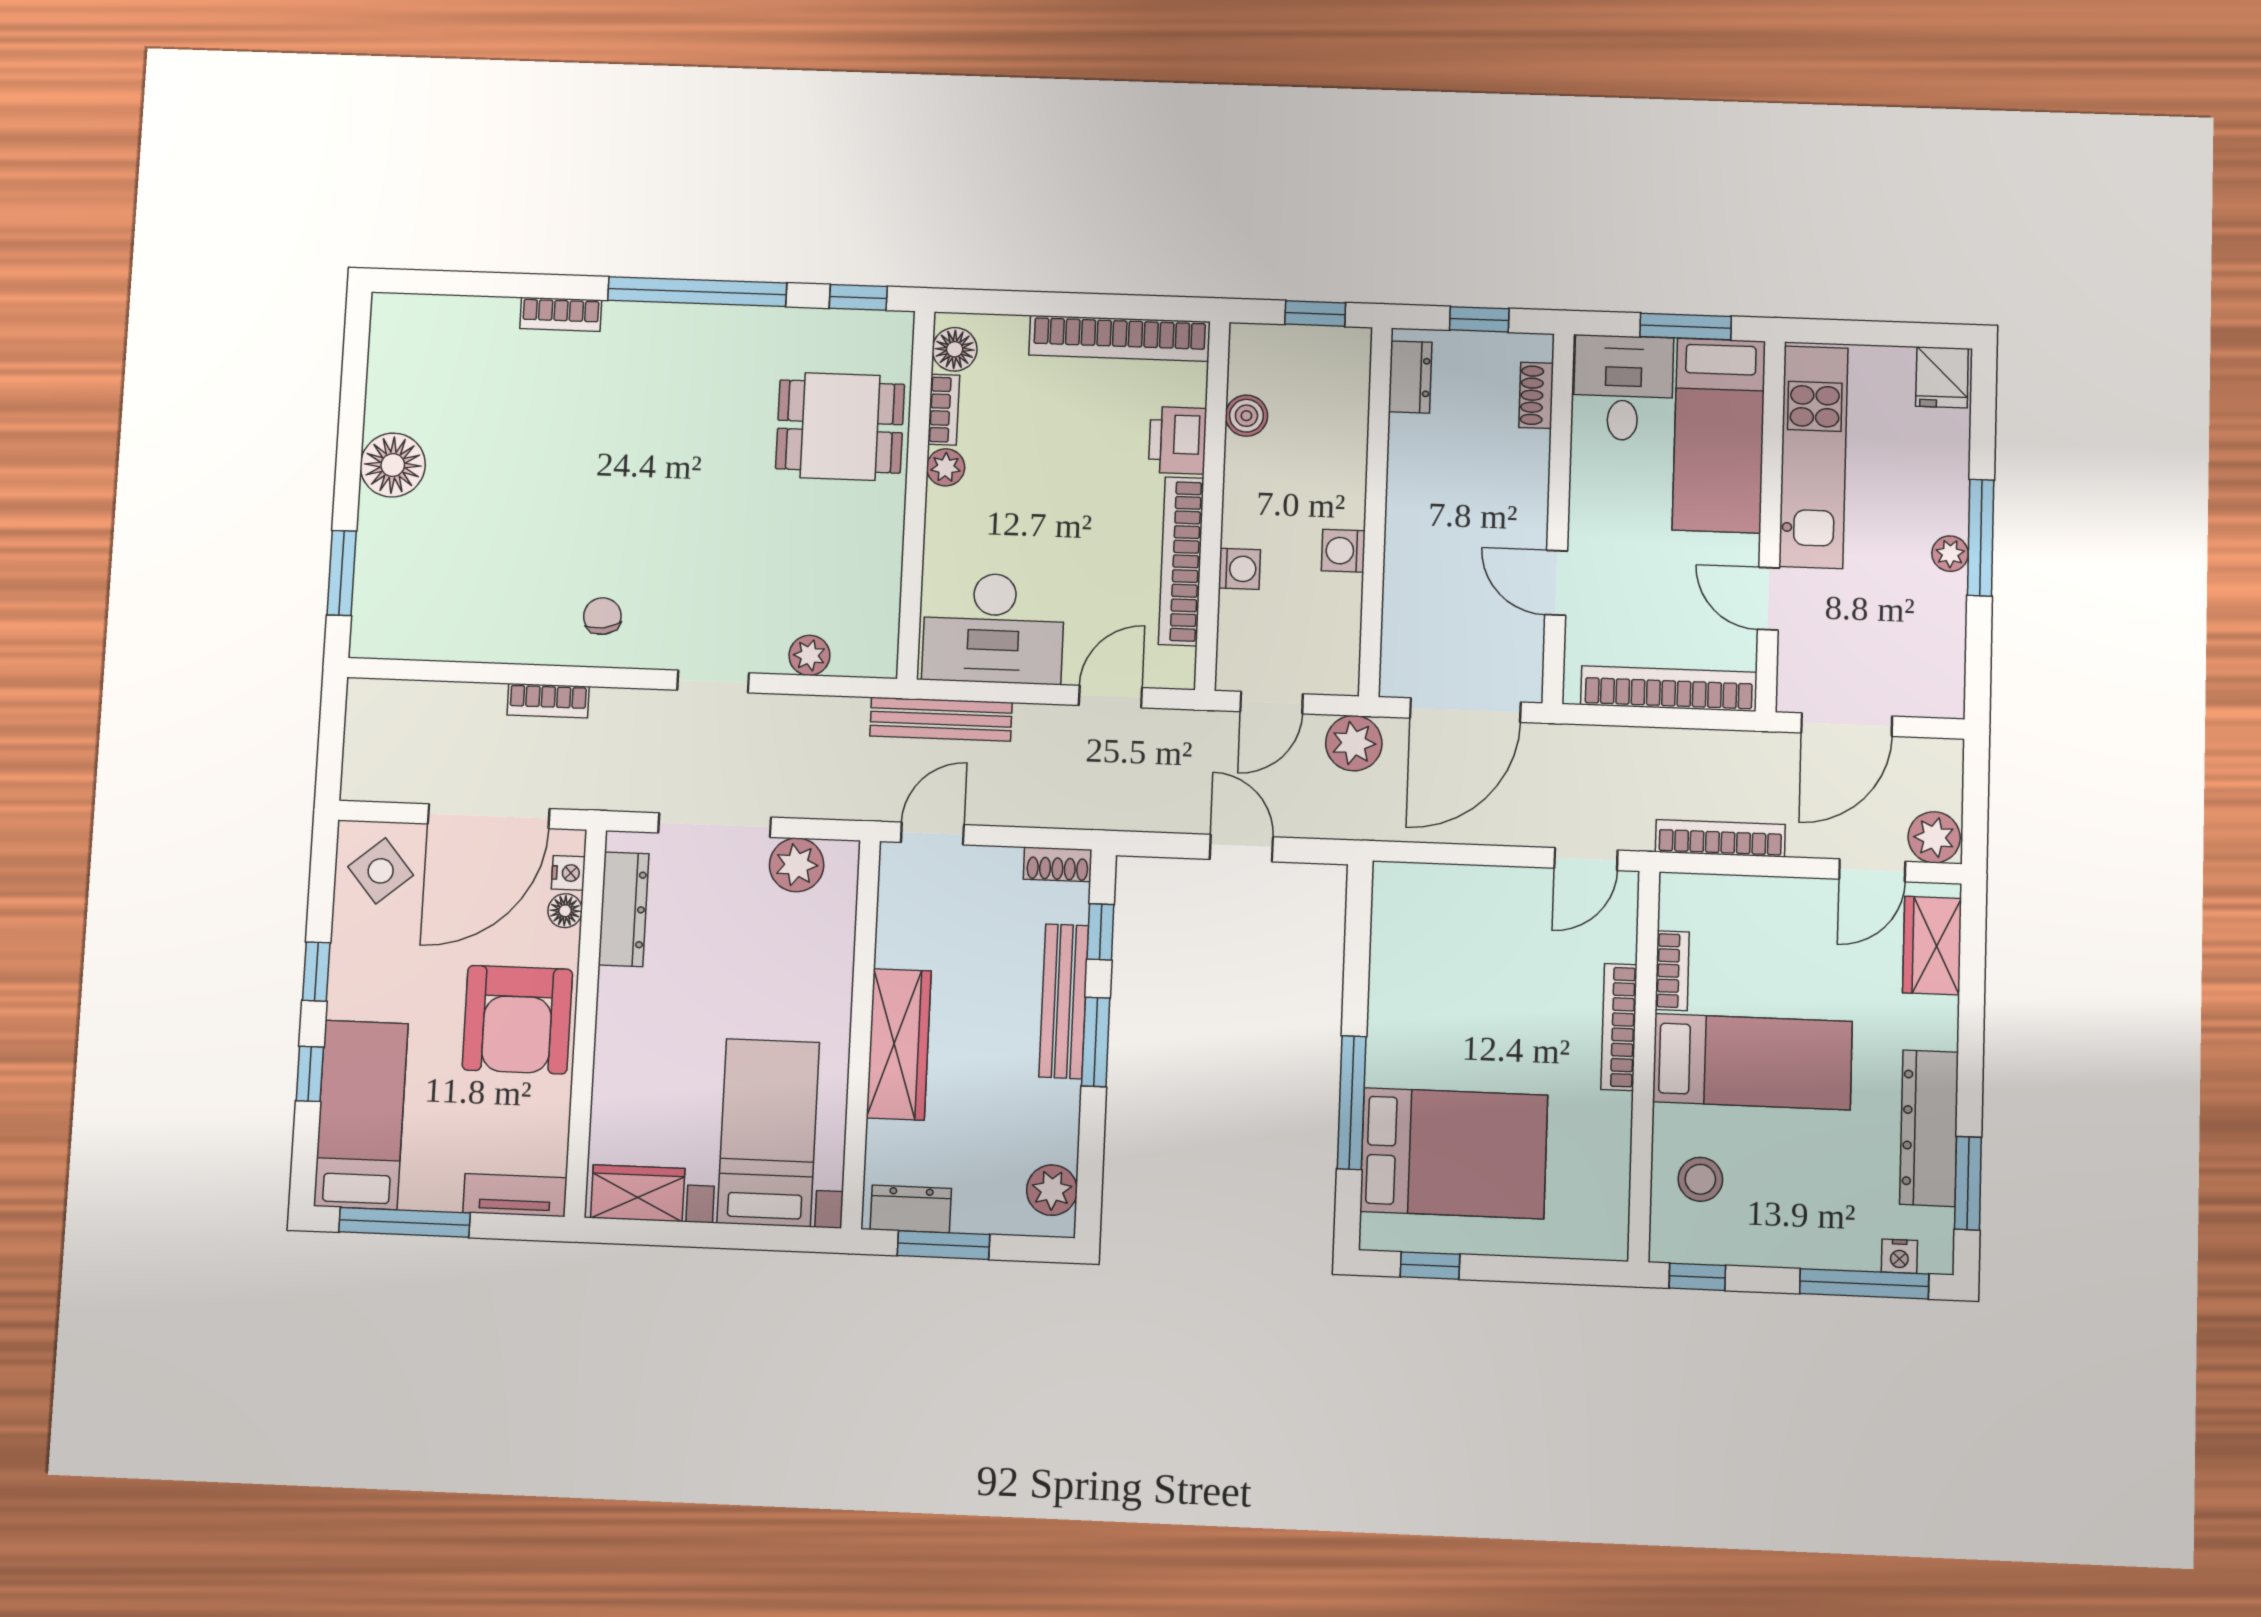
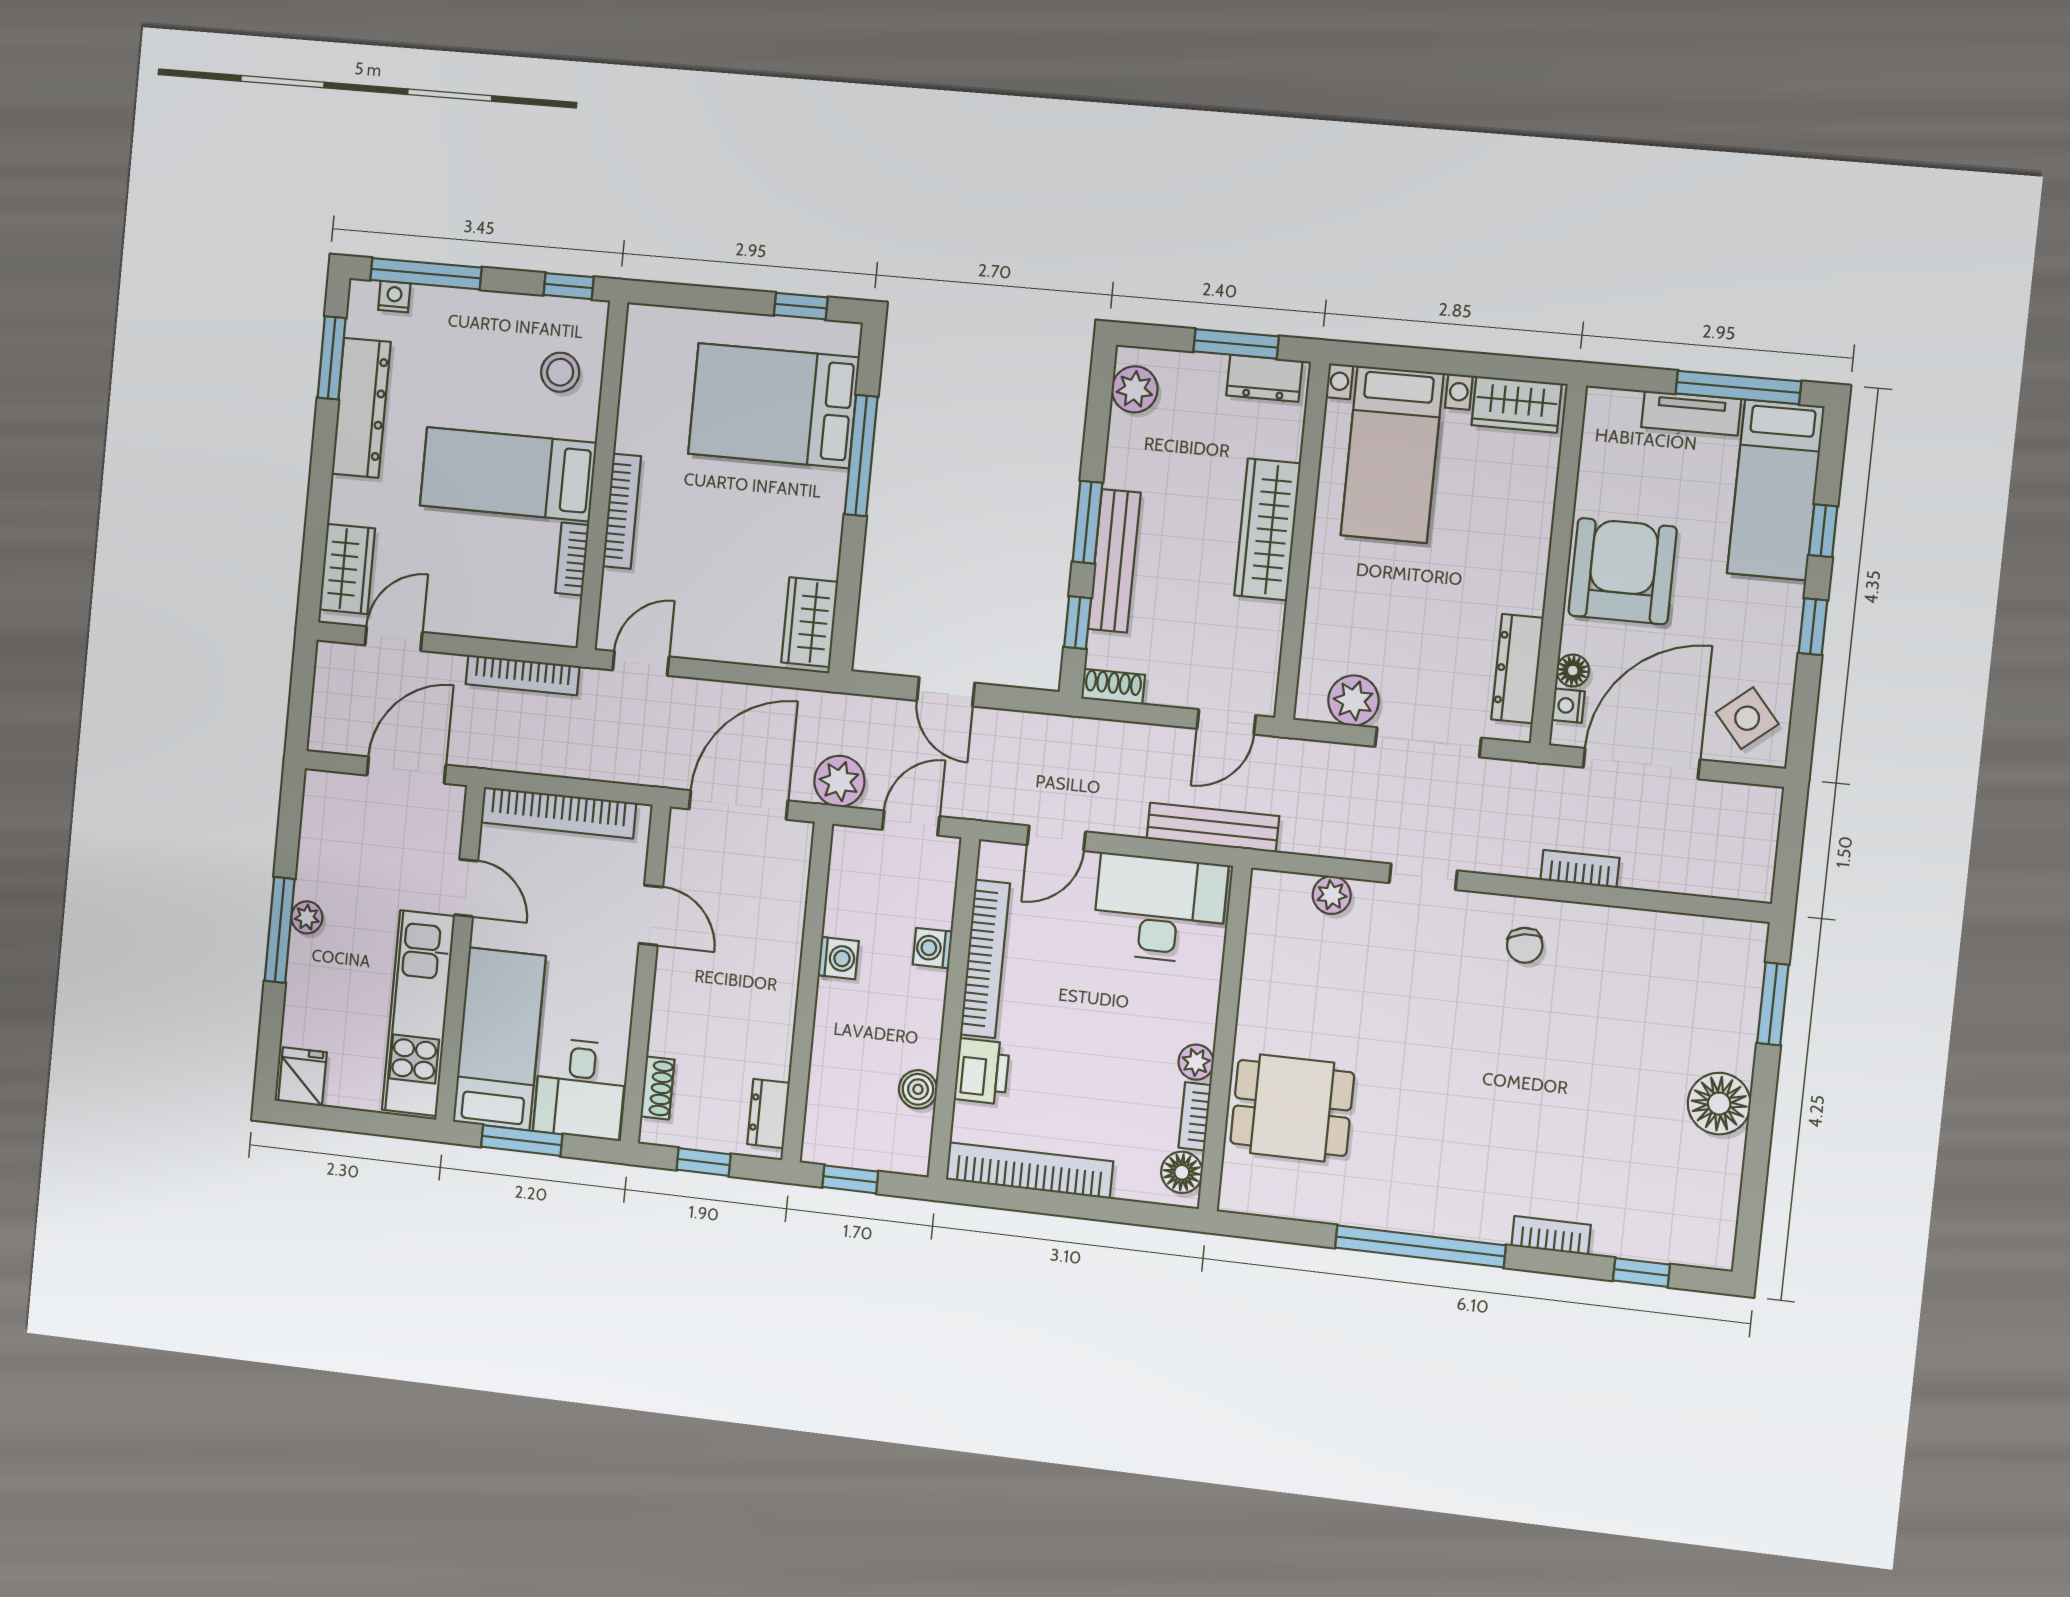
window: (858, 297) -> (1641, 1272), moved
plant: (1934, 837) -> (339, 665), removed
wardrobe: (1398, 916) -> (810, 622), added
tv unit: (515, 1195) -> (1691, 413), moved

